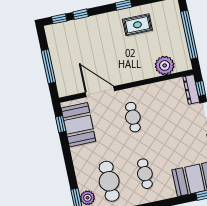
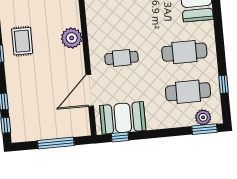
plant: (165, 65) -> (72, 38), moved
cafe table: (145, 174) -> (184, 52), width x1.37, depth x1.35

